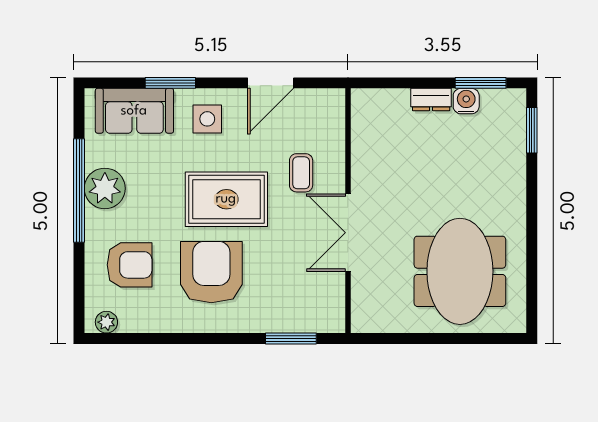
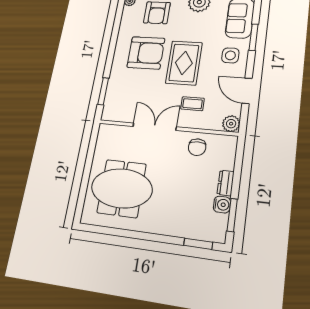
plant: (331, 103) -> (231, 124), added
chair: (377, 154) -> (197, 147), added

